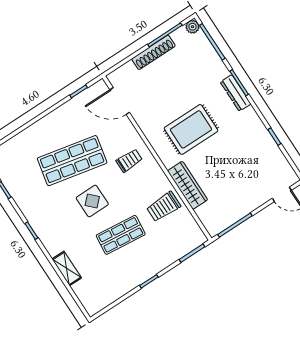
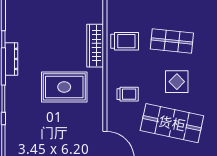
dresser: (236, 93) -> (11, 59), moved
trolley: (129, 161) -> (128, 94), turned 180

